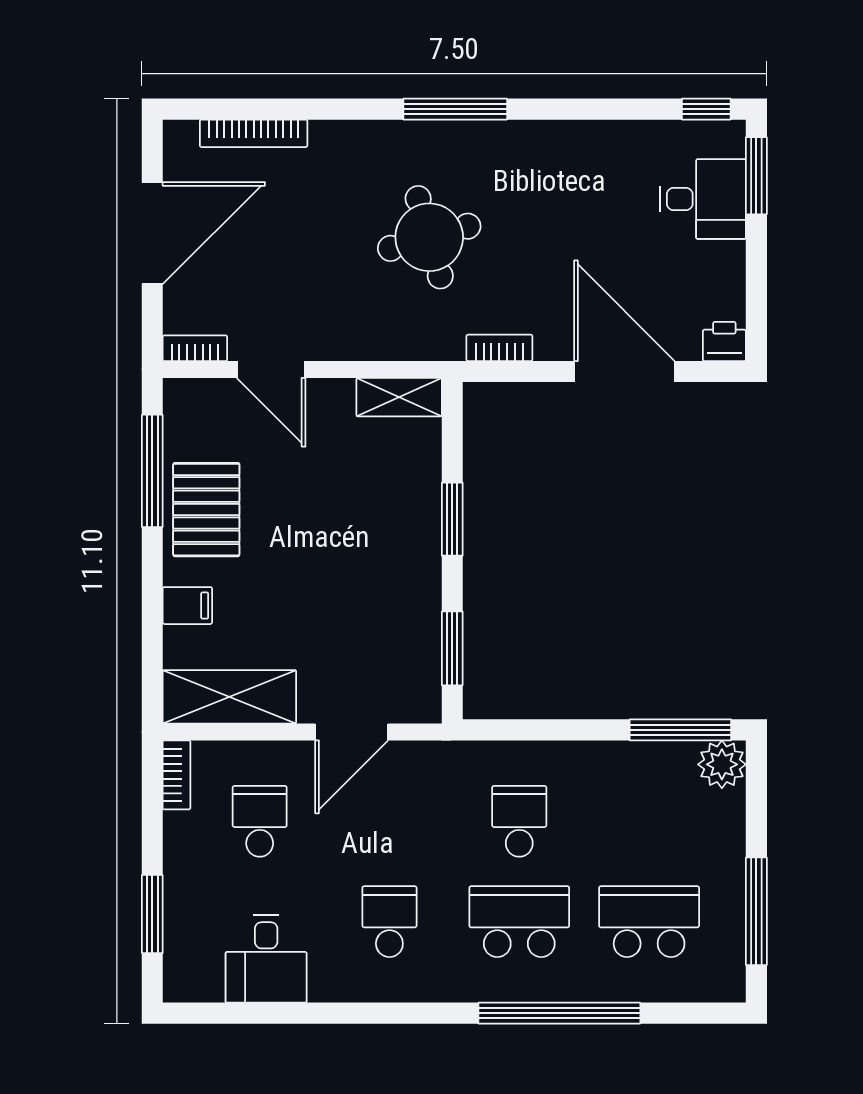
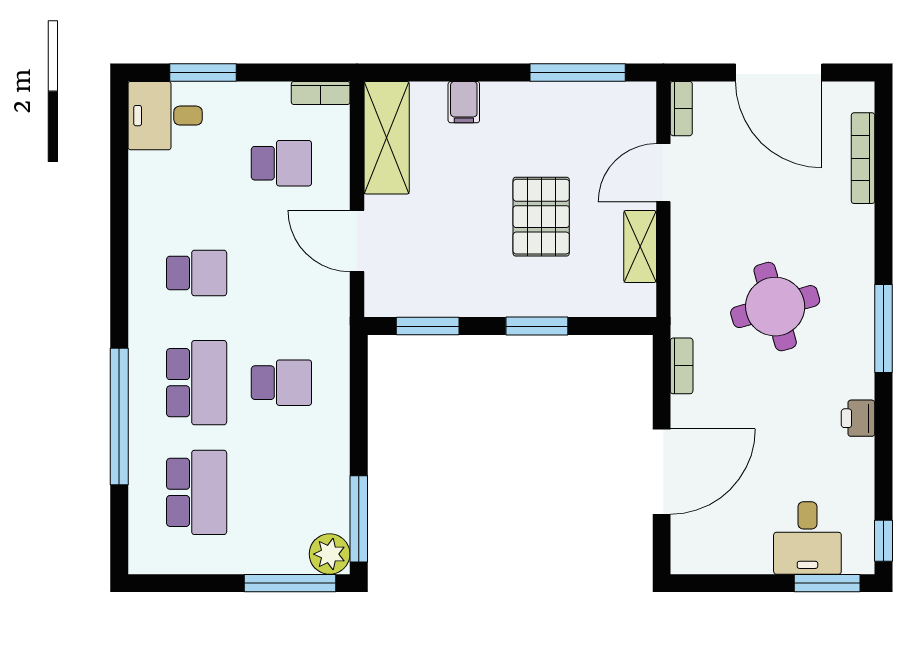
printer: (724, 342) -> (858, 418), moved, turned 180
shelving: (399, 397) -> (640, 247), moved
pallet: (206, 510) -> (541, 217), moved, turned 90
window: (756, 911) -> (290, 583), moved
desk: (266, 959) -> (165, 116), moved

